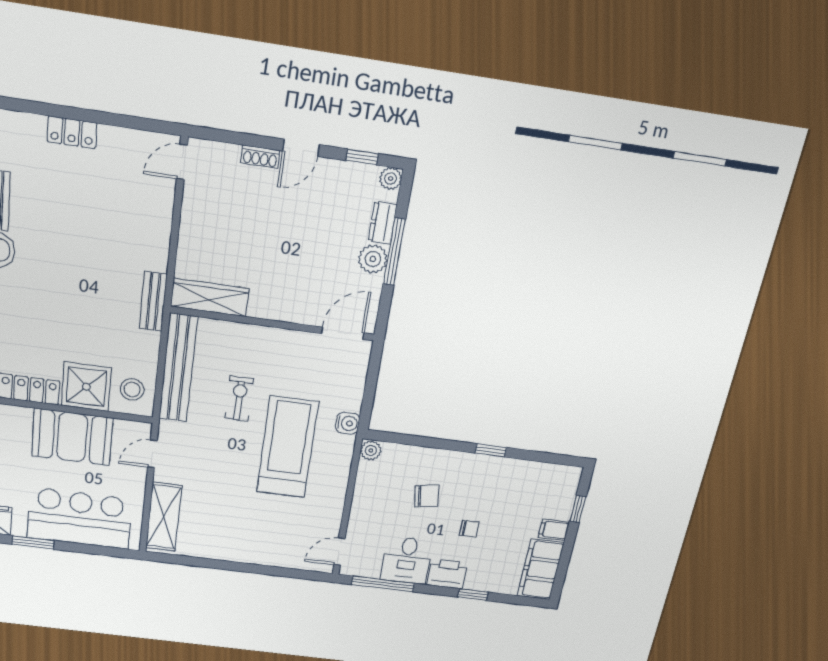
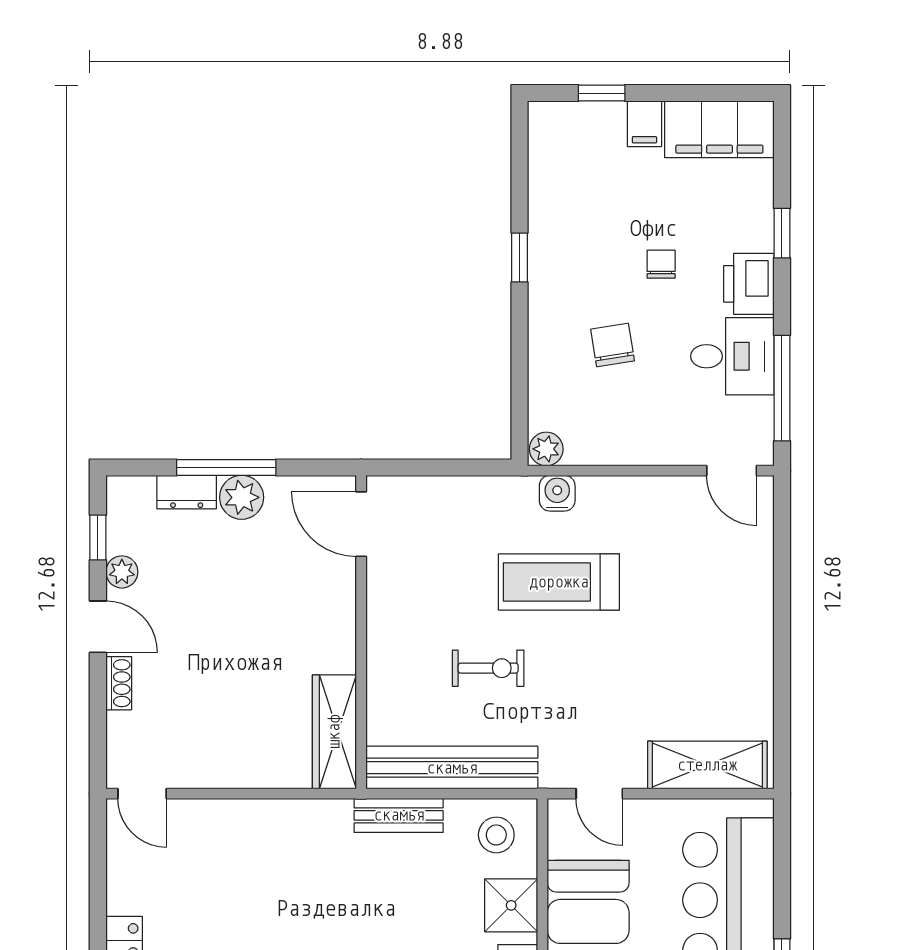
plant: (391, 179) -> (122, 572), moved
bench: (153, 302) -> (399, 815), moved
shower: (86, 387) -> (511, 905), width x0.73, depth x0.73
exercise bike: (239, 399) -> (488, 668), turned 180
water cooler: (348, 423) -> (557, 493), moved
treadmill: (287, 447) -> (559, 582), width x0.73, depth x0.73

